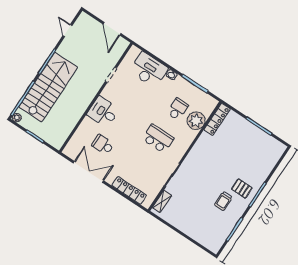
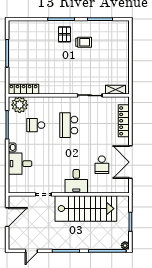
desk: (149, 70) -> (20, 164), width x0.73
stairs: (48, 87) -> (86, 209), moved, turned 180
plant: (196, 121) -> (20, 105), moved

